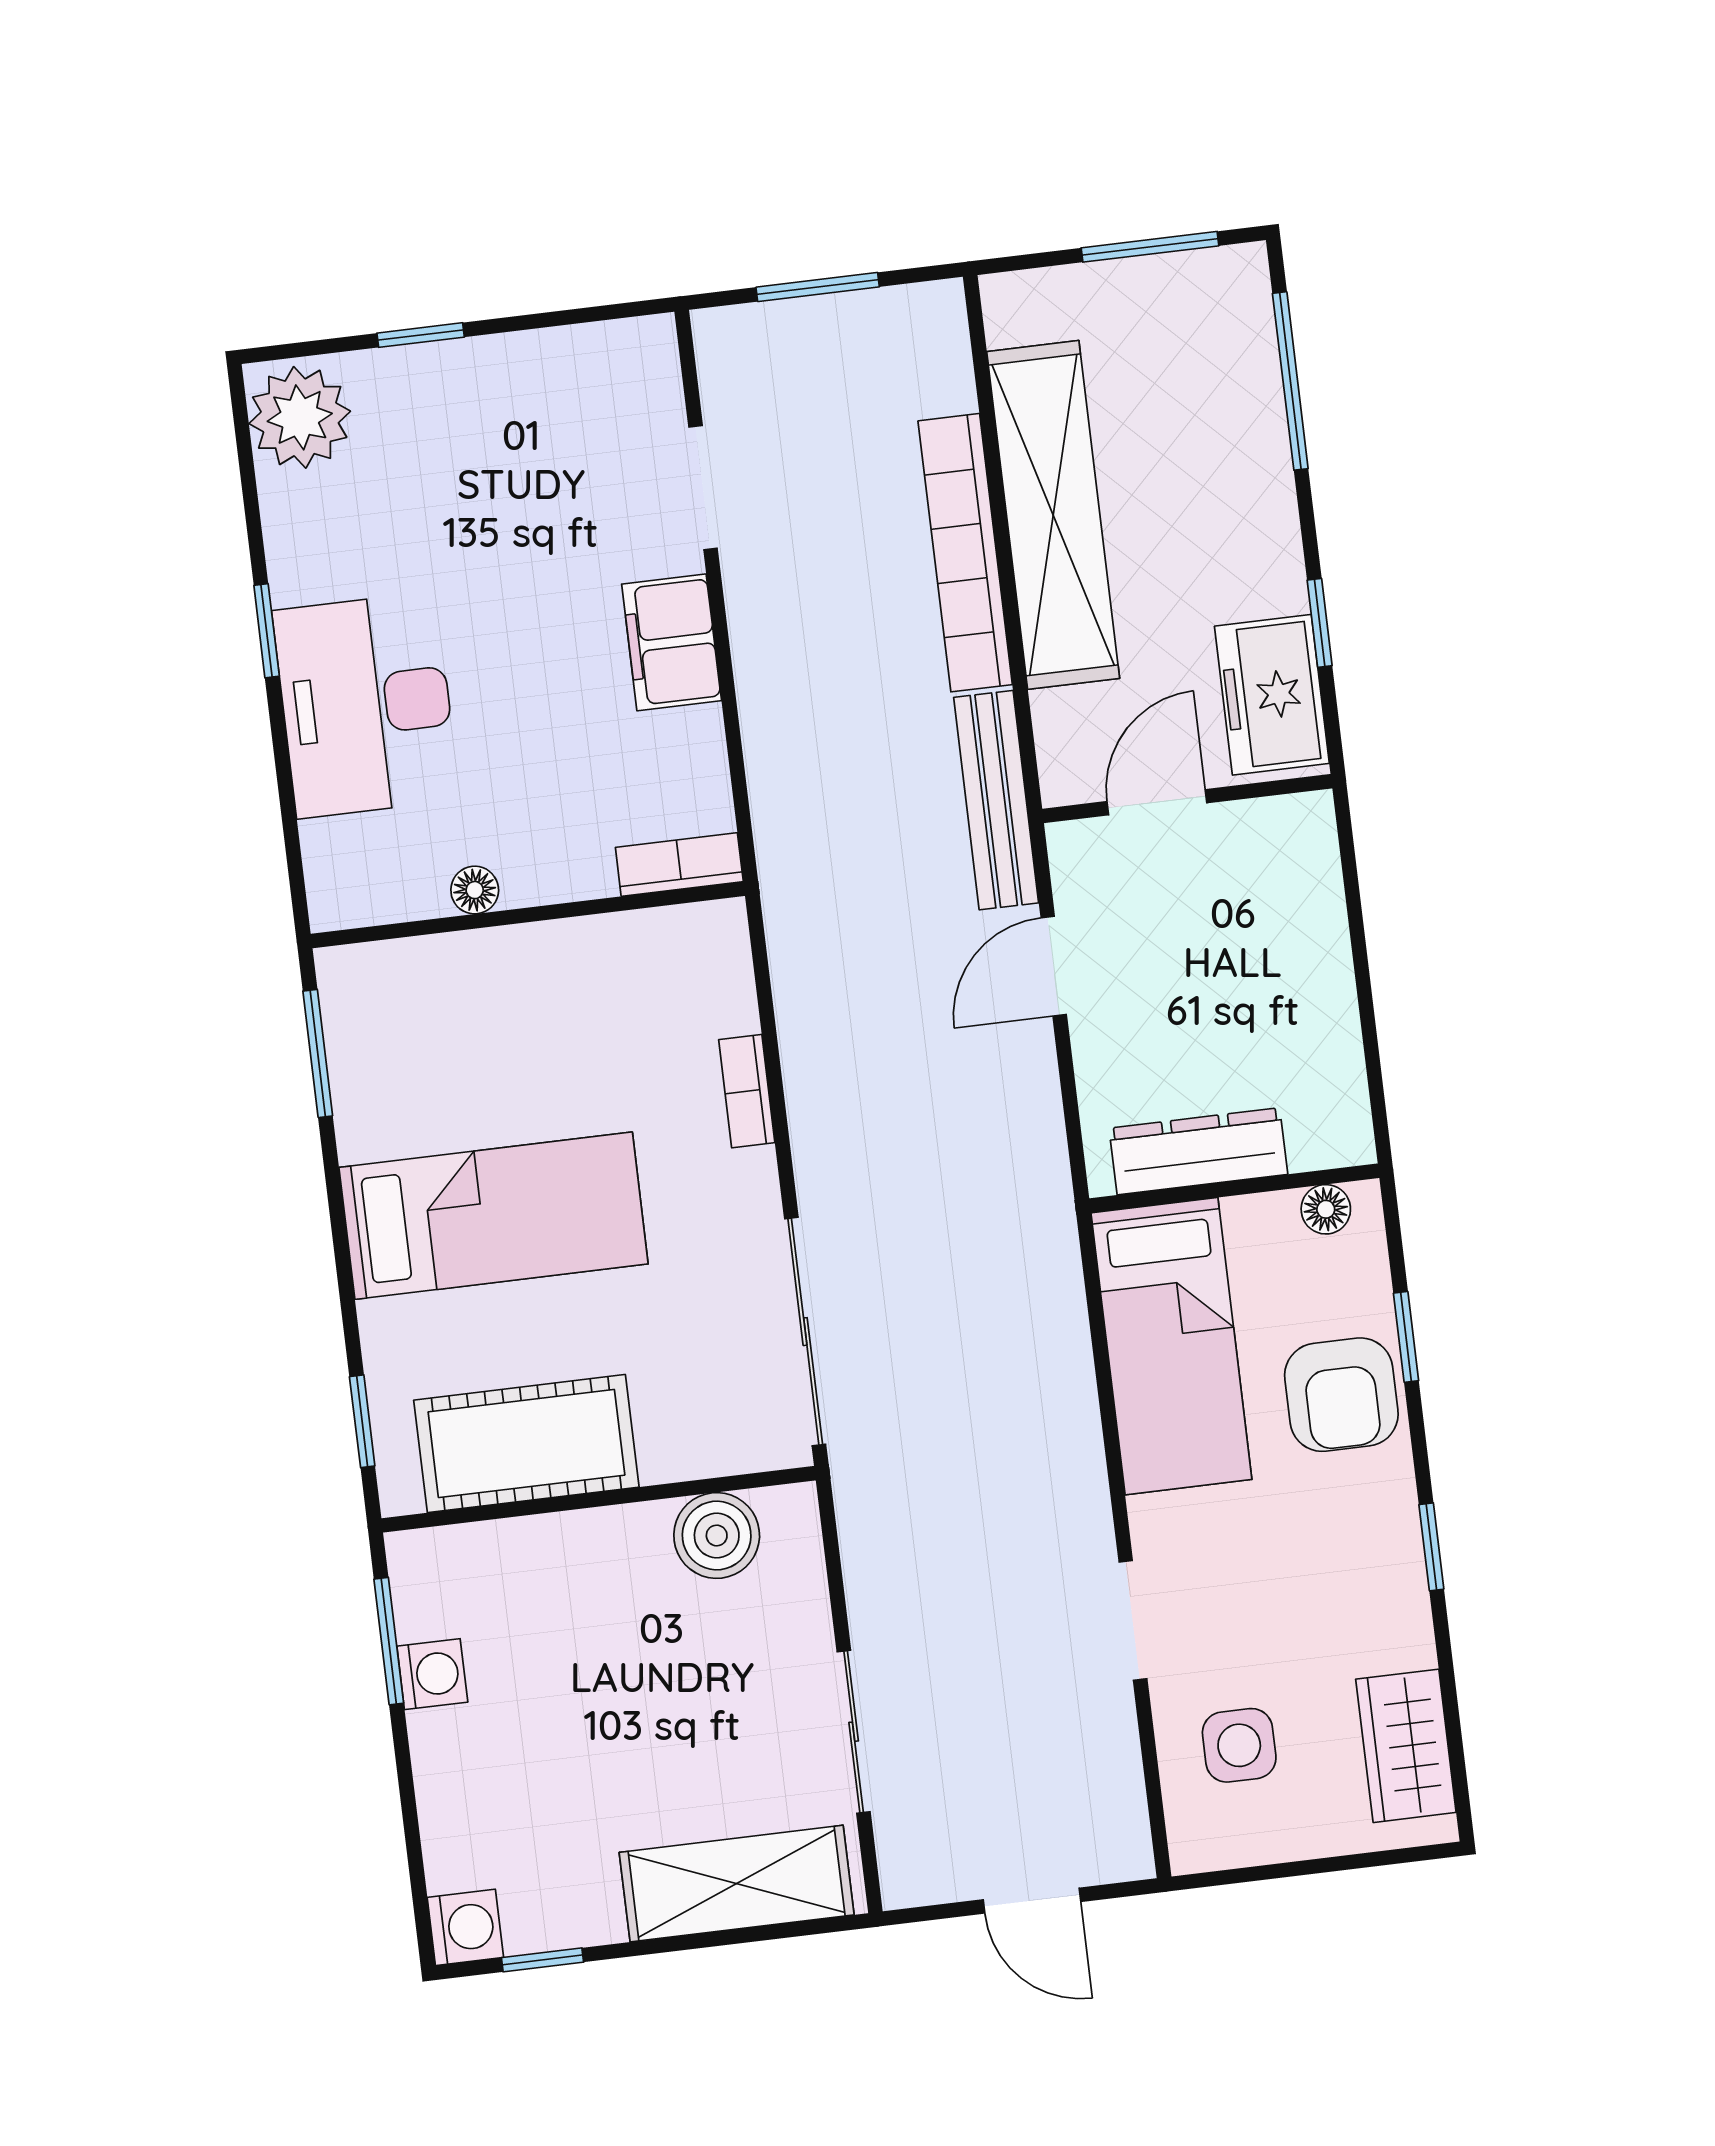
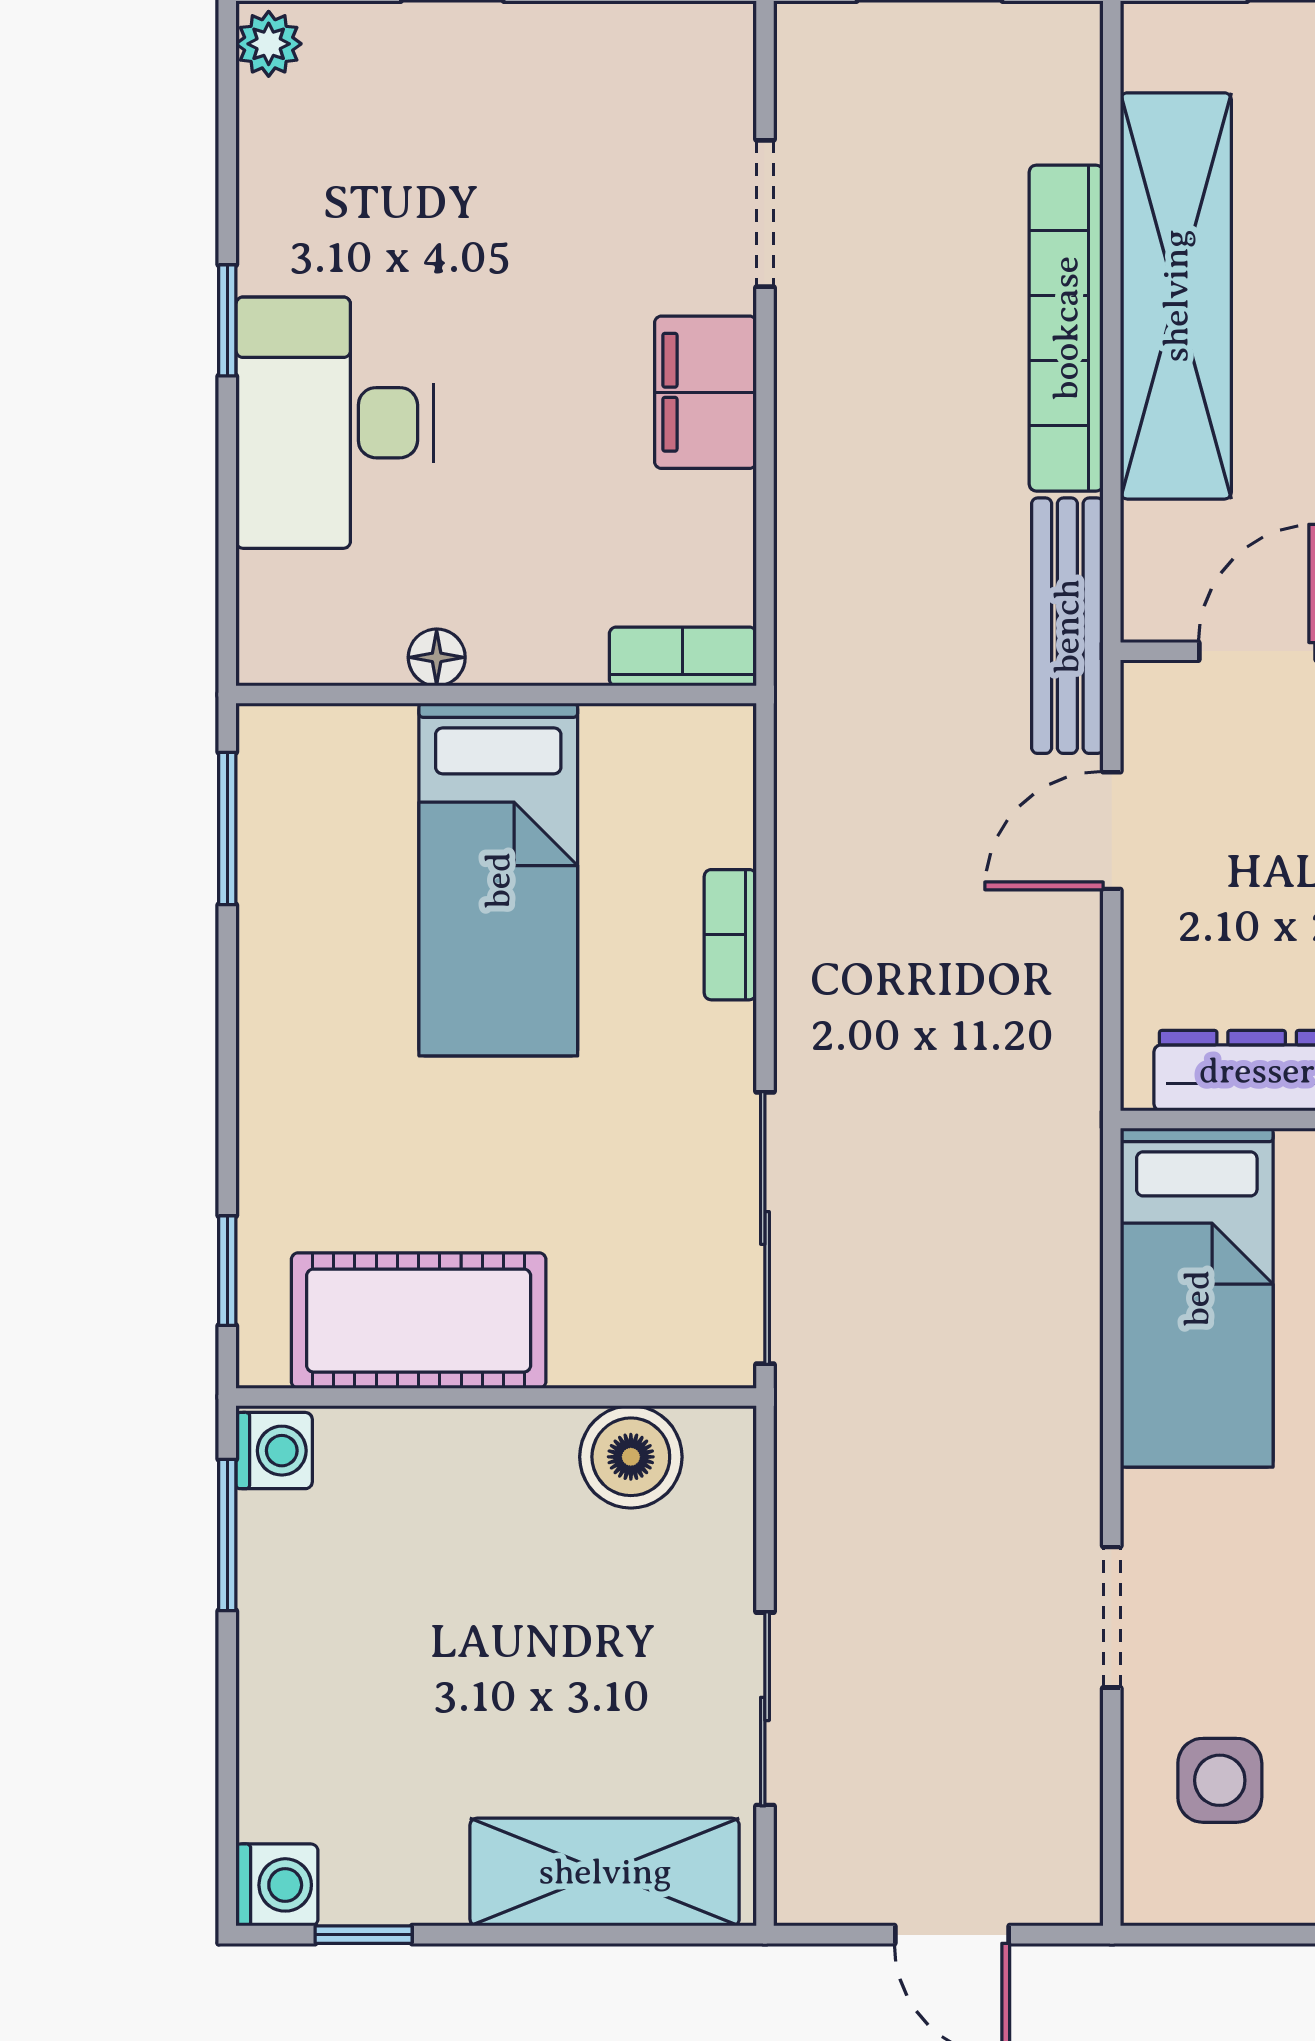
plant: (300, 417) -> (269, 44), width x0.53, depth x0.53
bed: (494, 1216) -> (498, 880), moved, turned 90
washing machine: (432, 1674) -> (274, 1451), moved

